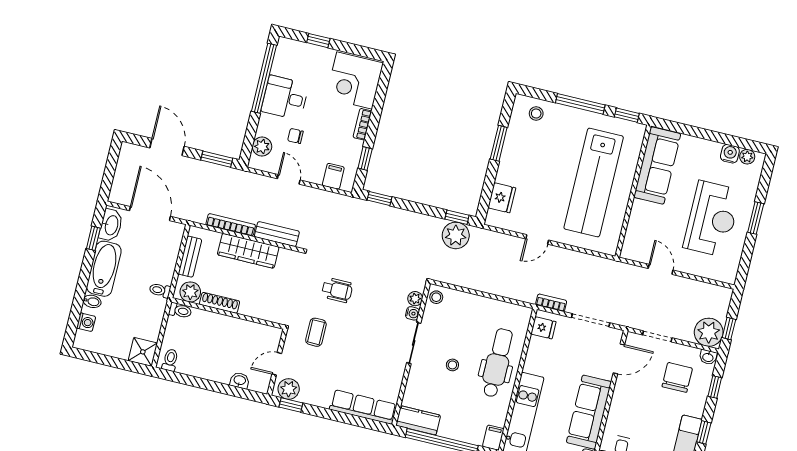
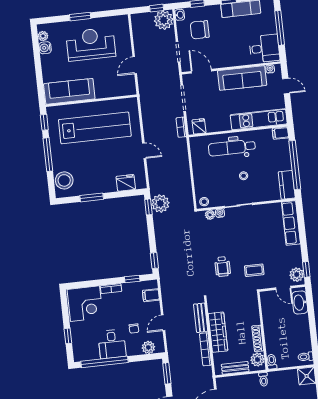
stool: (536, 114) -> (64, 180), width x1.89, depth x1.89
wheelchair: (337, 290) -> (222, 267), turned 180
washbasin: (240, 381) -> (300, 302), width x1.91, depth x1.45

